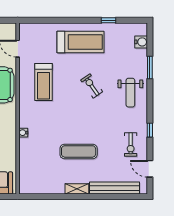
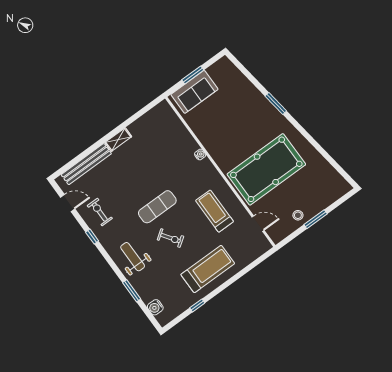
treadmill: (80, 42) -> (208, 269), turned 180
exercise mat: (79, 151) -> (157, 207), moved

